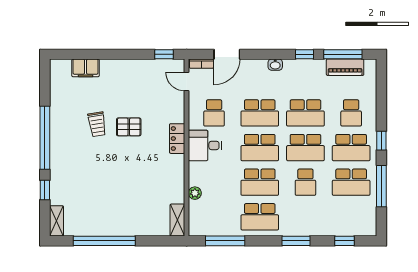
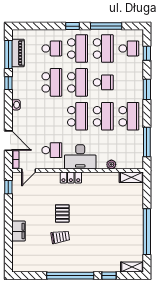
filing cabinet: (86, 68) -> (18, 231), moved
school desk: (260, 113) -> (129, 48), moved, width x0.54
desk: (205, 145) -> (80, 157), width x1.37

